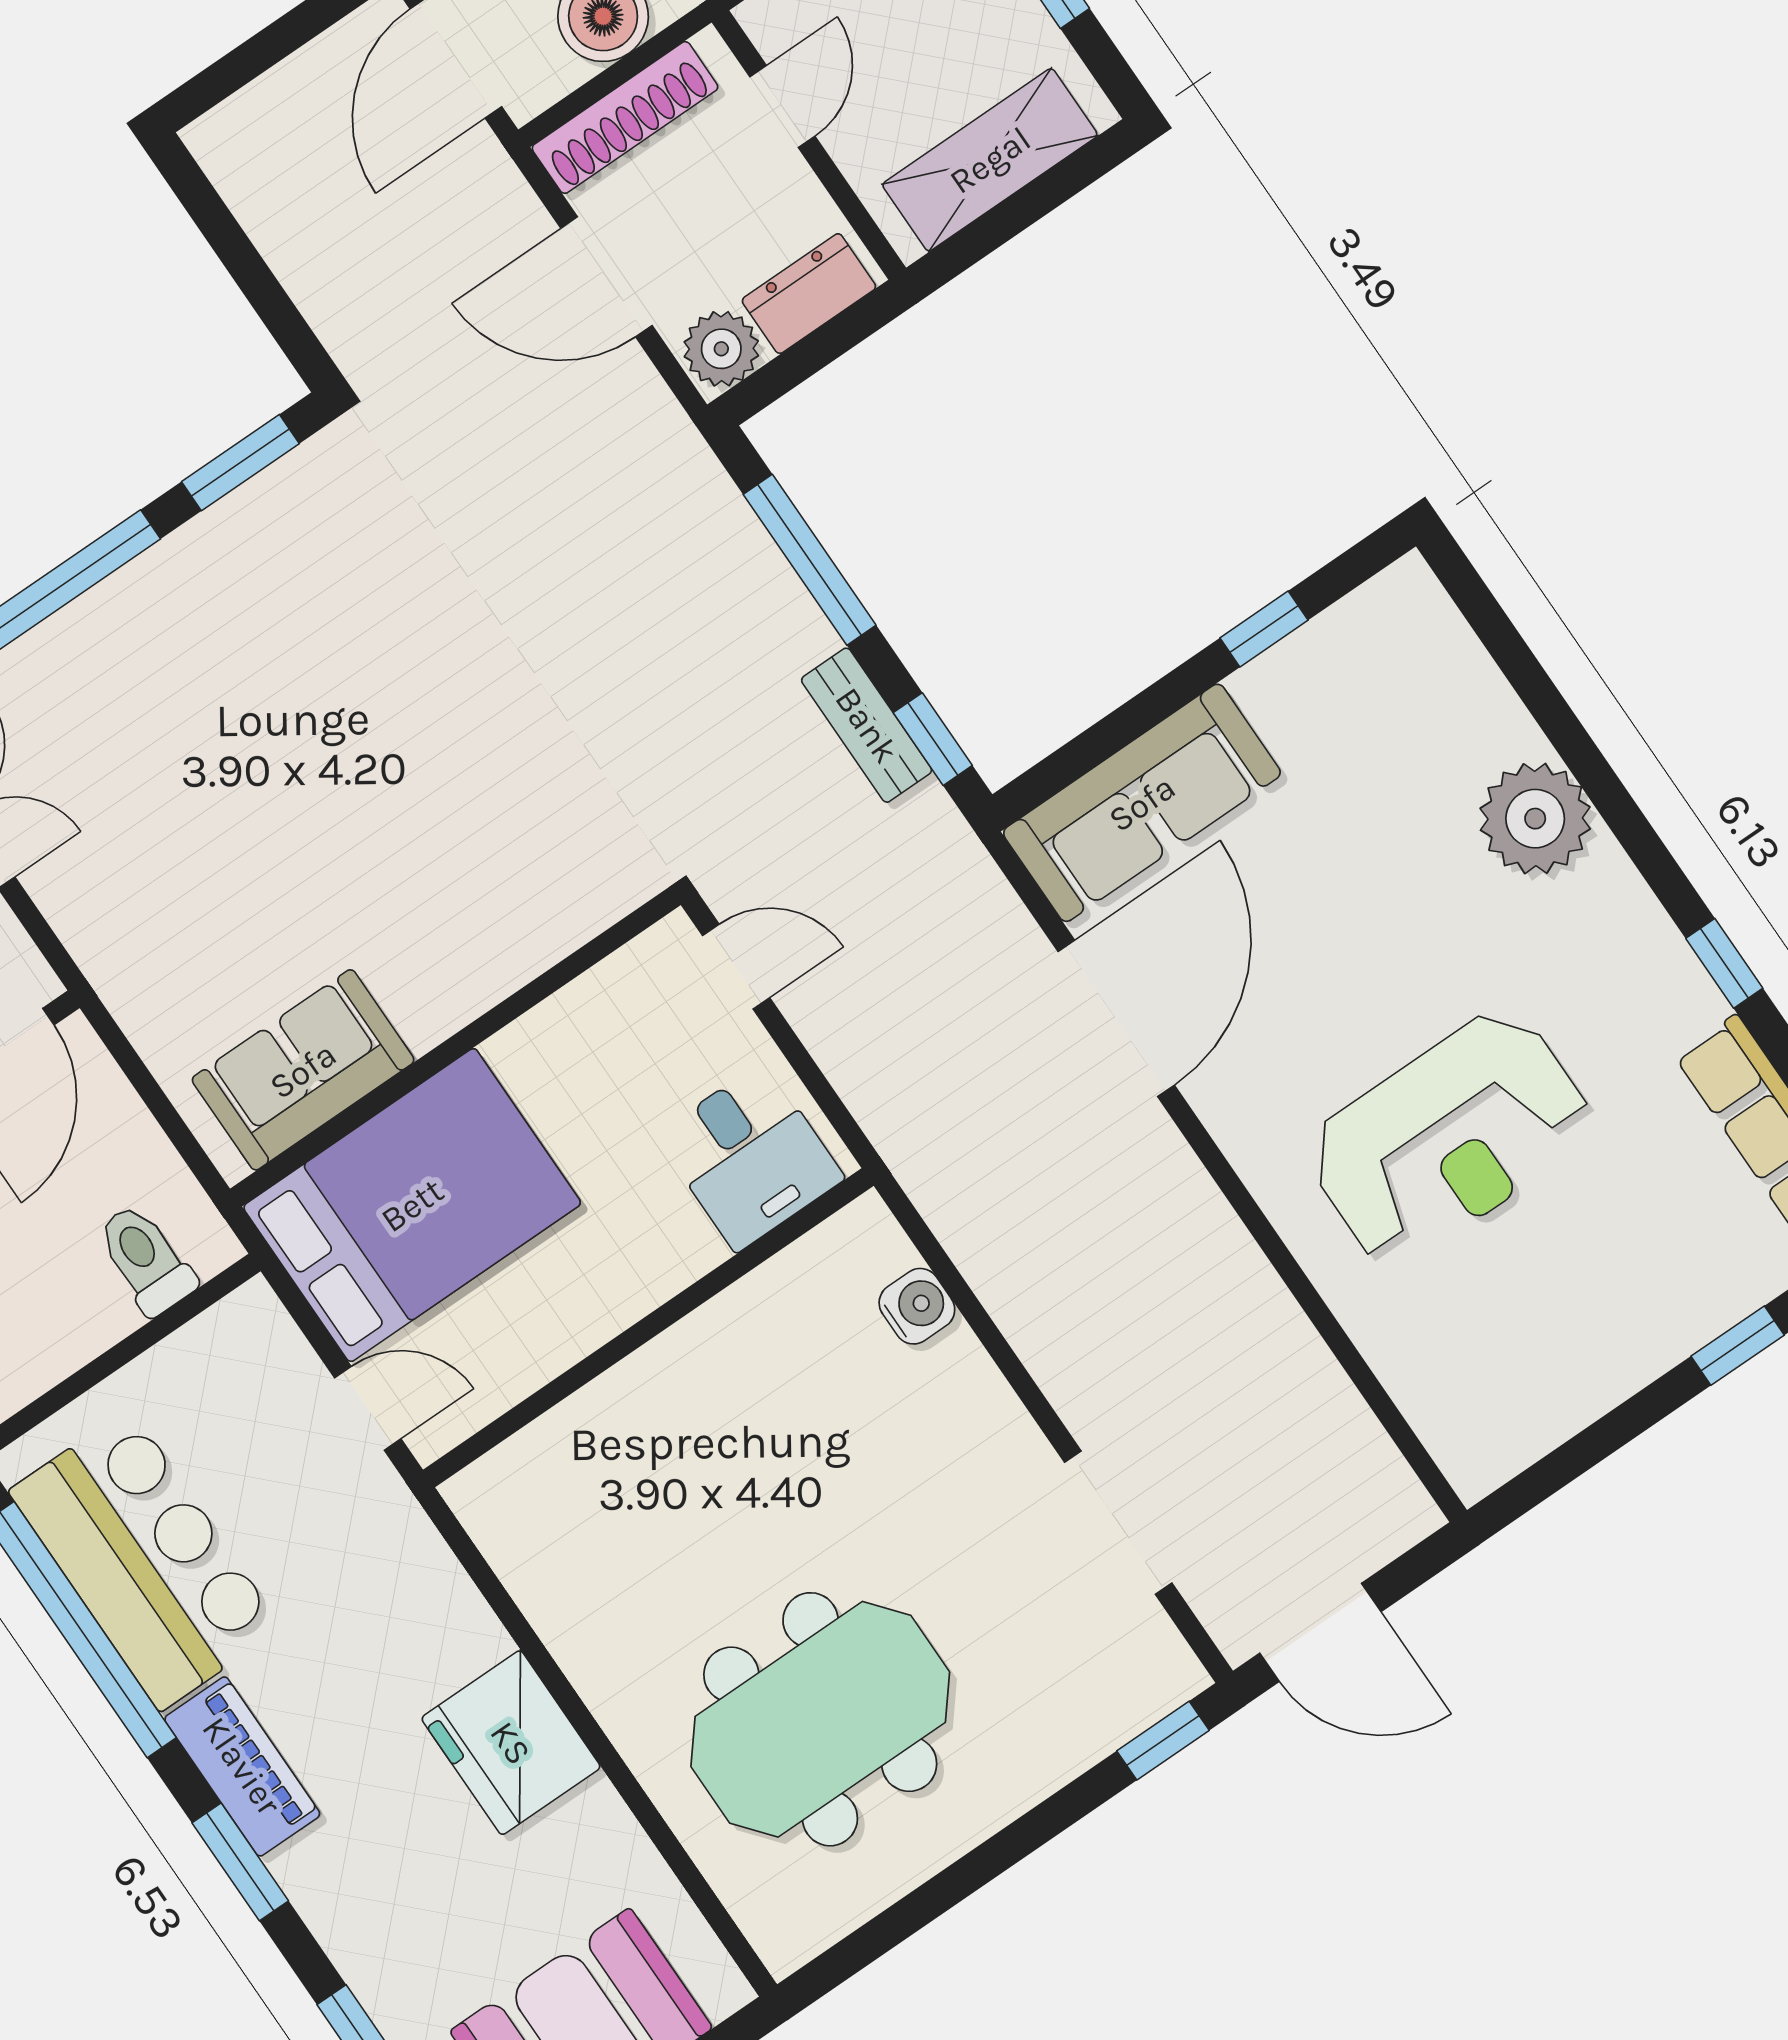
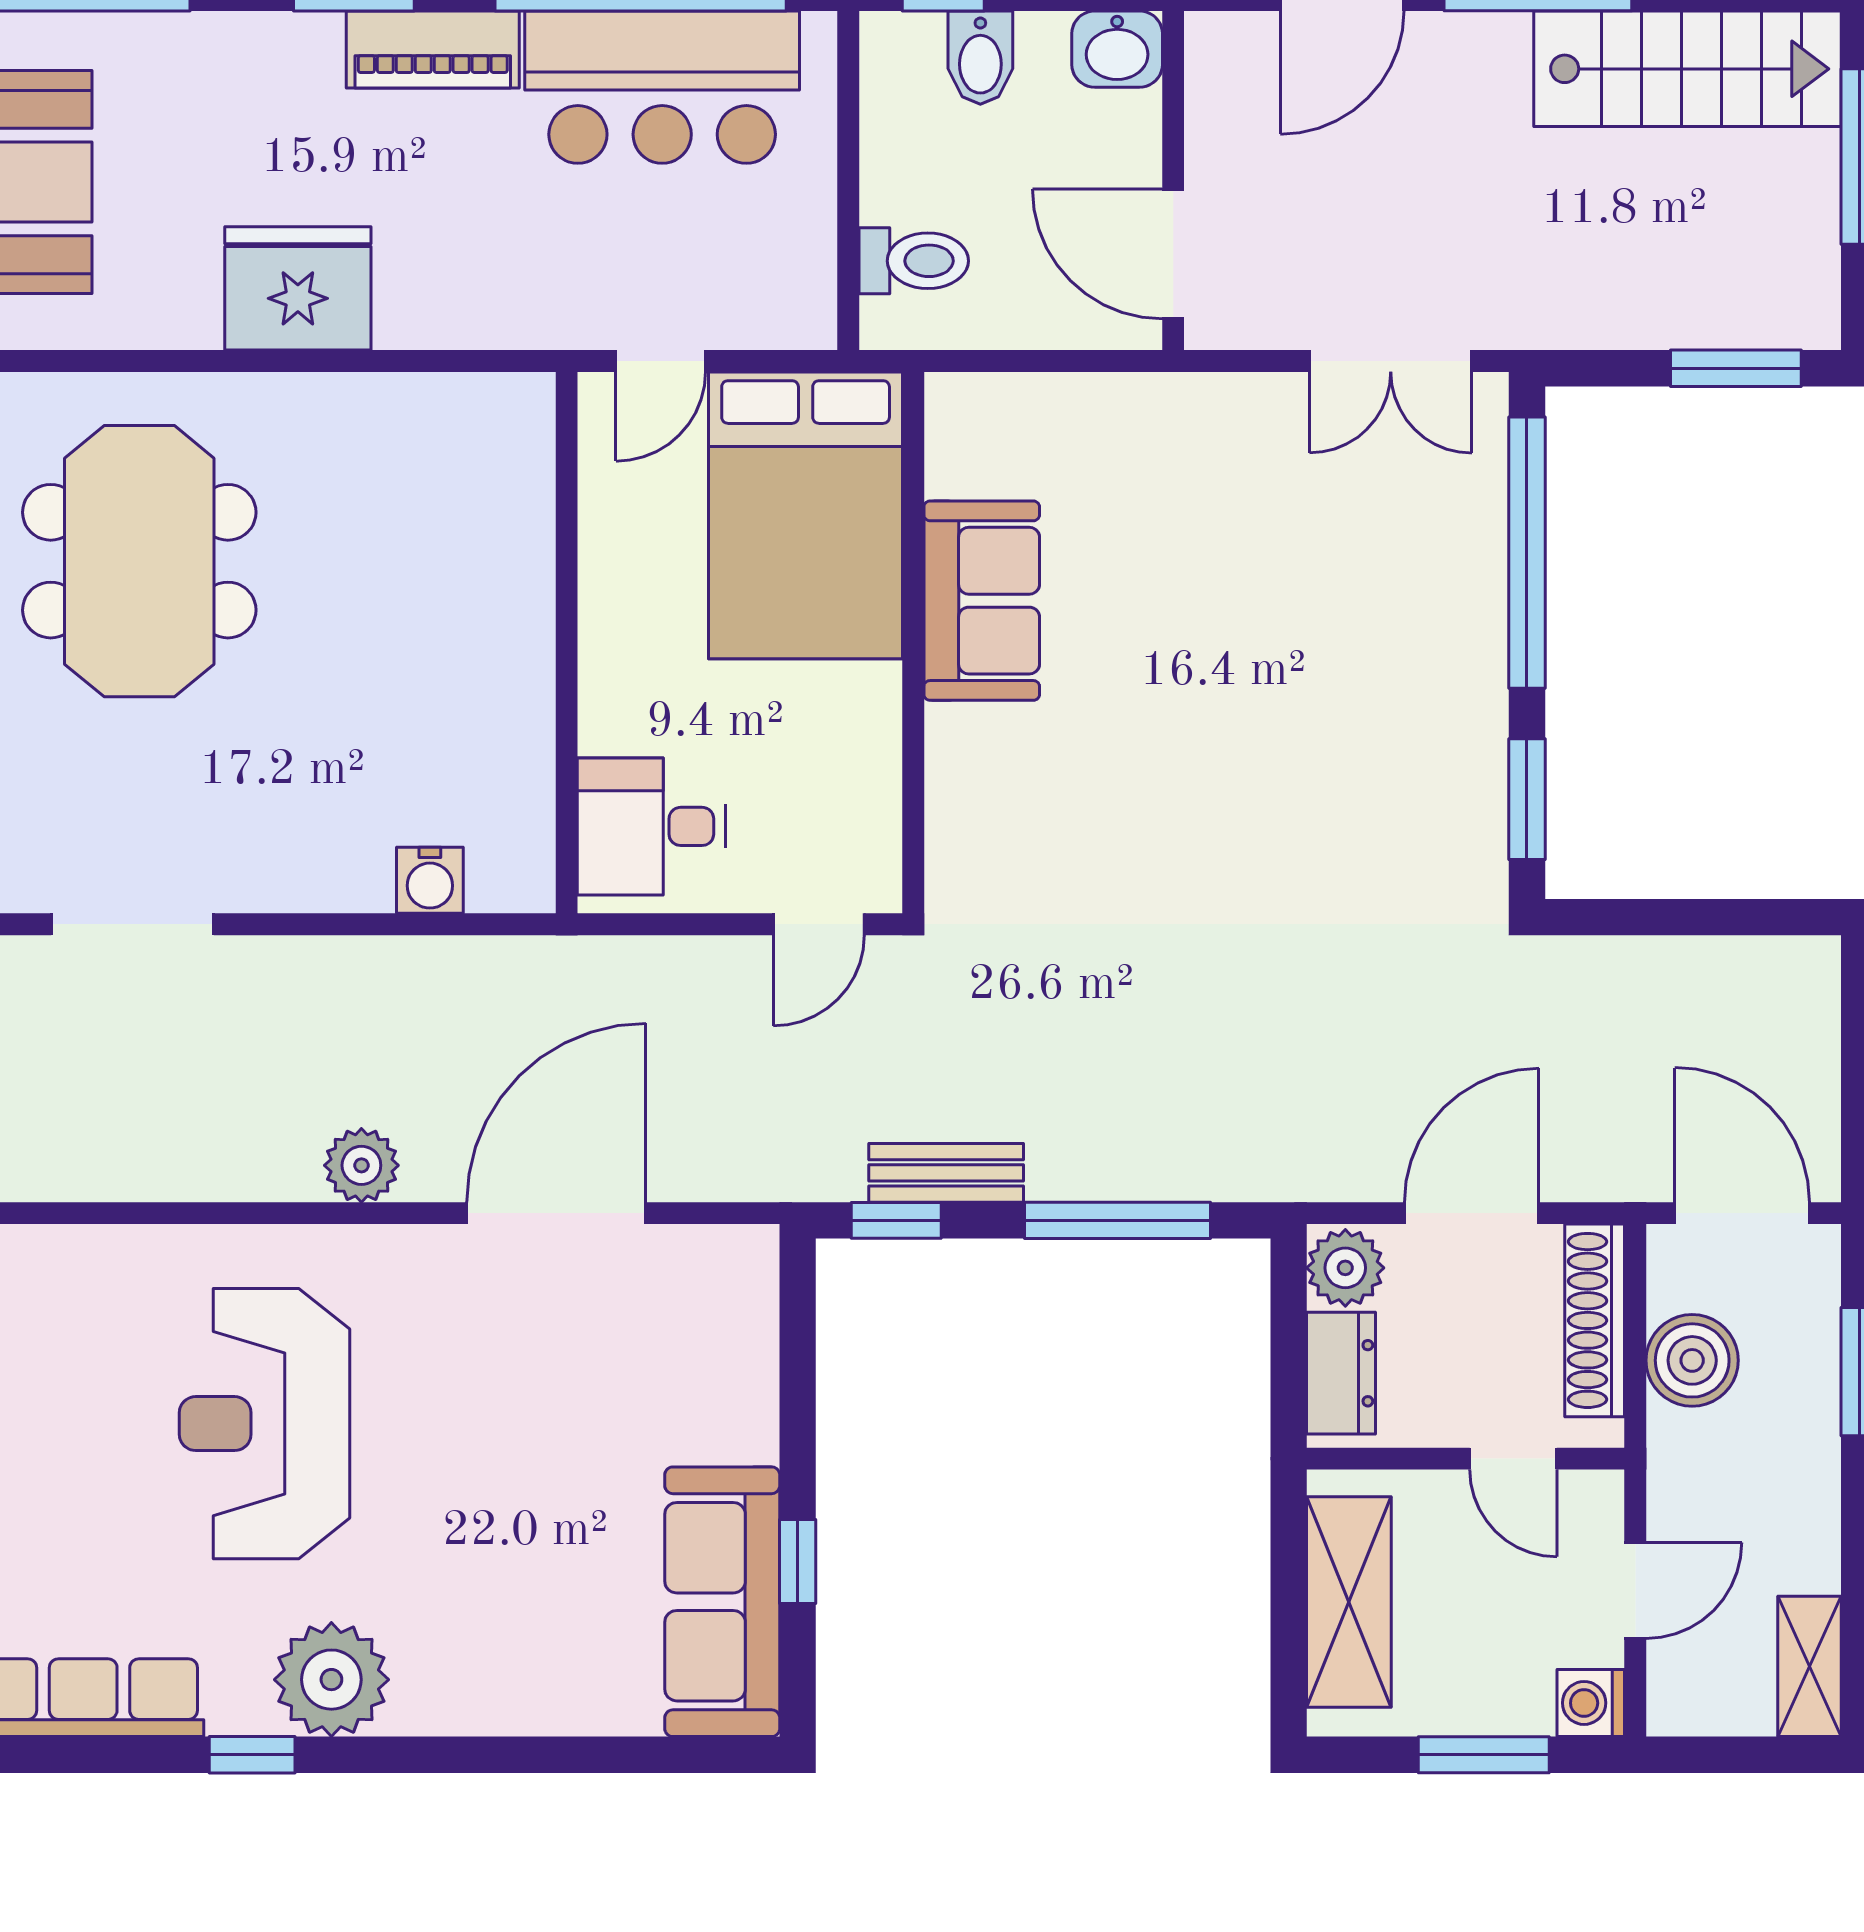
sofa: (1142, 803) -> (722, 1602), moved
plant: (1535, 819) -> (331, 1680), moved
door: (1116, 1018) -> (556, 1213), swing flipped
sofa: (303, 1070) -> (982, 601), moved
plant: (1186, 1203) -> (361, 1165), added

